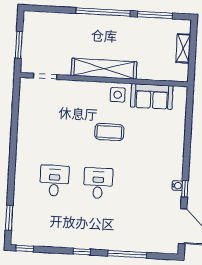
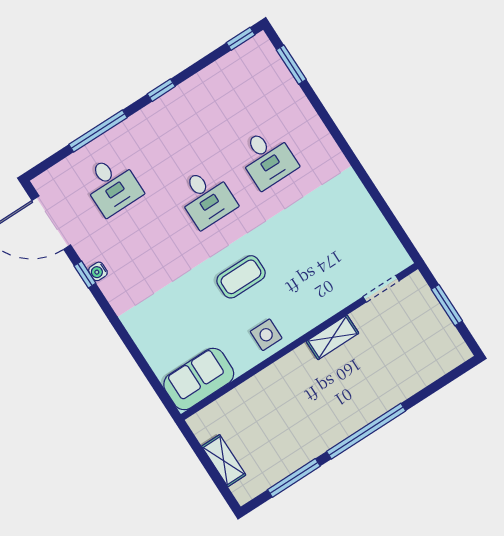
shelving: (104, 69) -> (333, 337), width x0.45, depth x0.75
sofa: (152, 96) -> (199, 379), moved
desk: (140, 223) -> (112, 185), added

